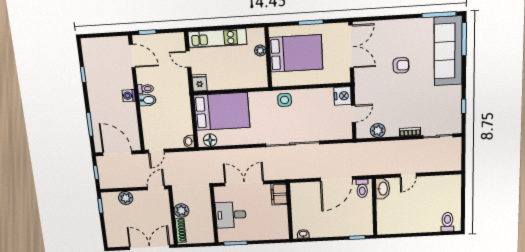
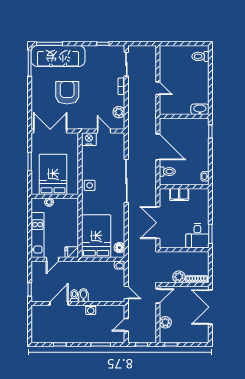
door: (132, 56) -> (59, 303), moved
armchair: (401, 65) -> (67, 93), width x1.88, depth x1.88
washing machine: (129, 96) -> (91, 310), moved
door: (117, 153) -> (126, 325), width x0.53
door: (156, 188) -> (158, 296), swing flipped
toilet: (362, 188) -> (167, 172), moved
washbasin: (383, 189) -> (200, 109), moved
filing cabinet: (279, 194) -> (179, 195), moved
desk: (231, 215) -> (197, 236), moved

